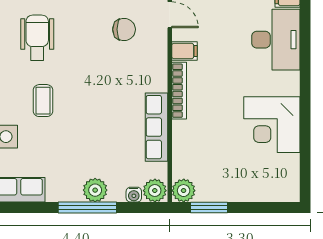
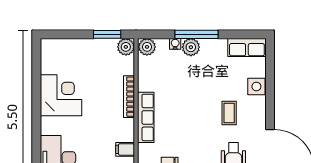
bookcase: (179, 91) -> (129, 97), moved
row of seats: (157, 127) -> (146, 117), moved
water cooler: (134, 195) -> (175, 44), moved

